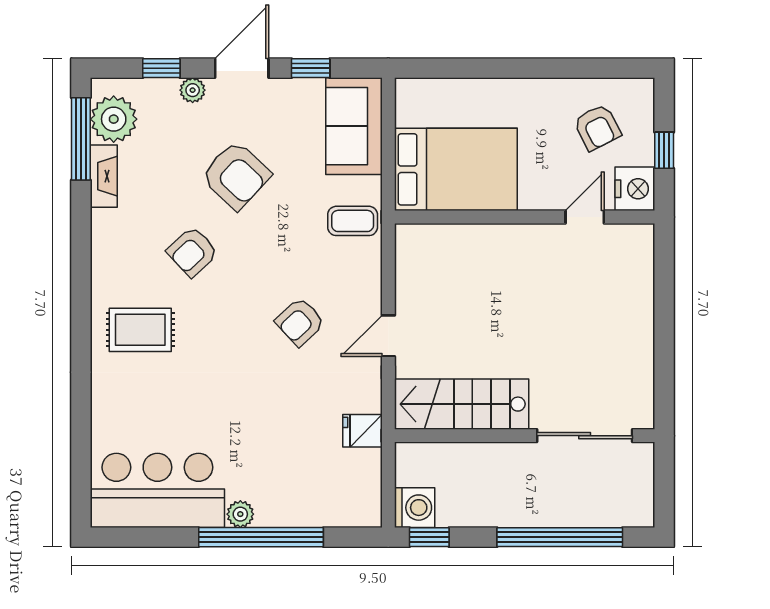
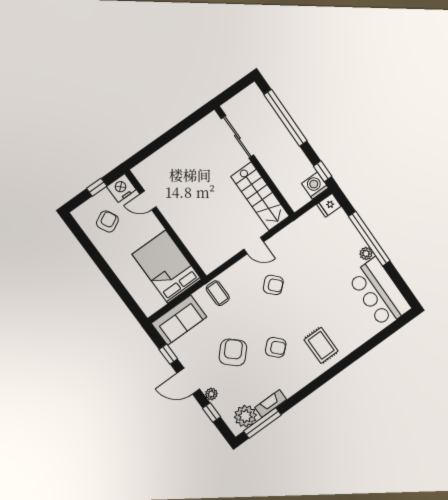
fridge: (363, 431) -> (329, 205), moved, turned 90

